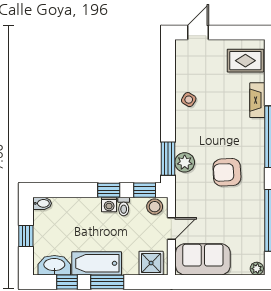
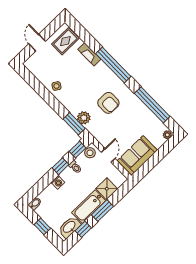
door: (198, 32) -> (37, 43), moved
armchair: (227, 172) -> (108, 103), turned -87
washing machine: (109, 205) -> (58, 182), moved
shower: (151, 263) -> (107, 189), moved

